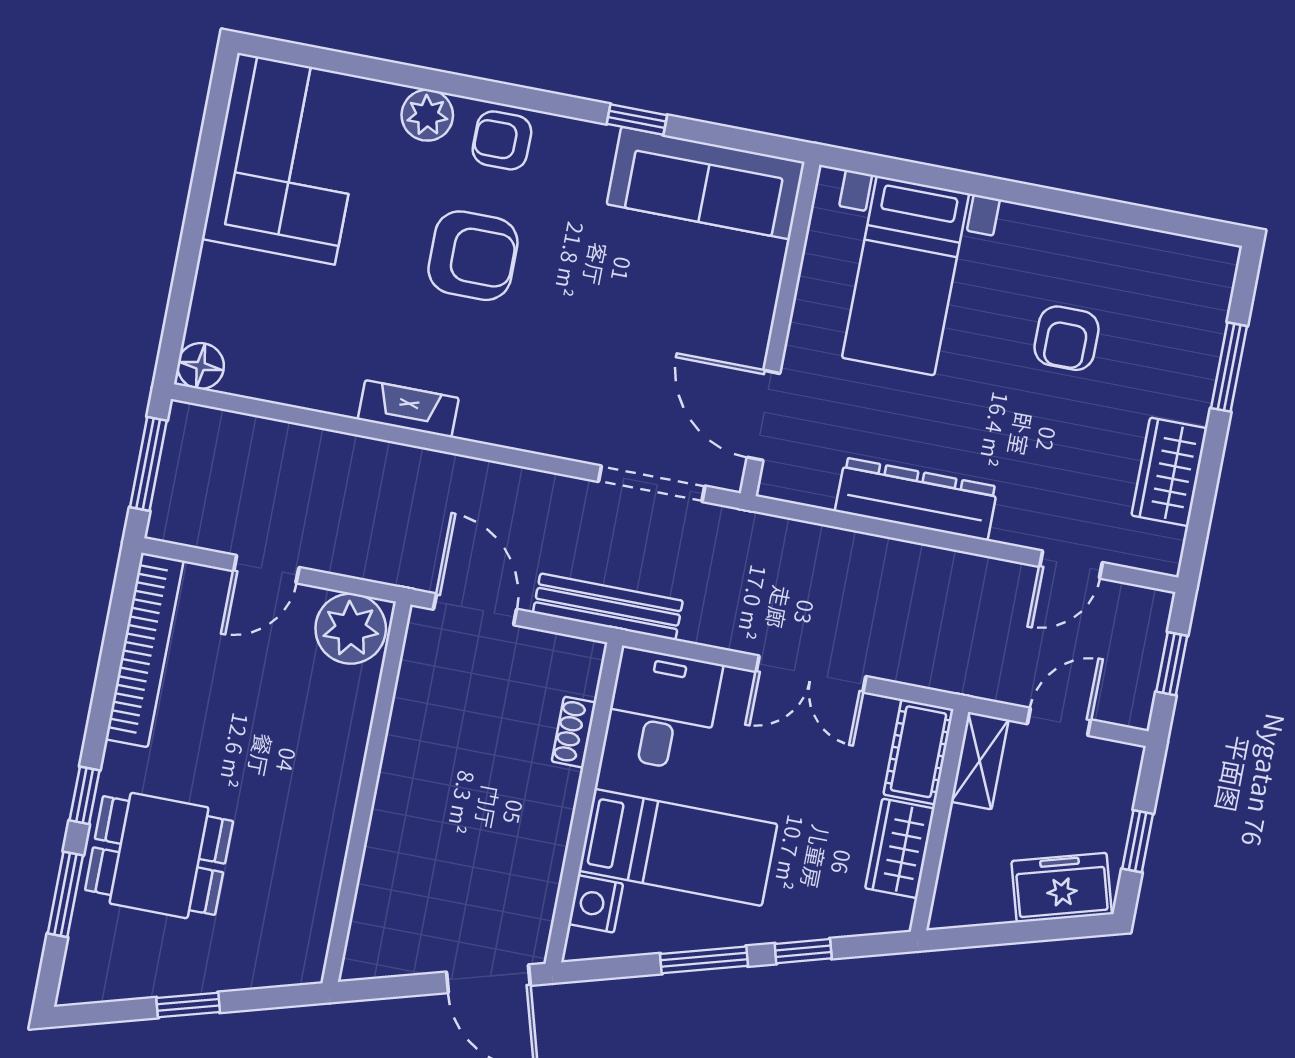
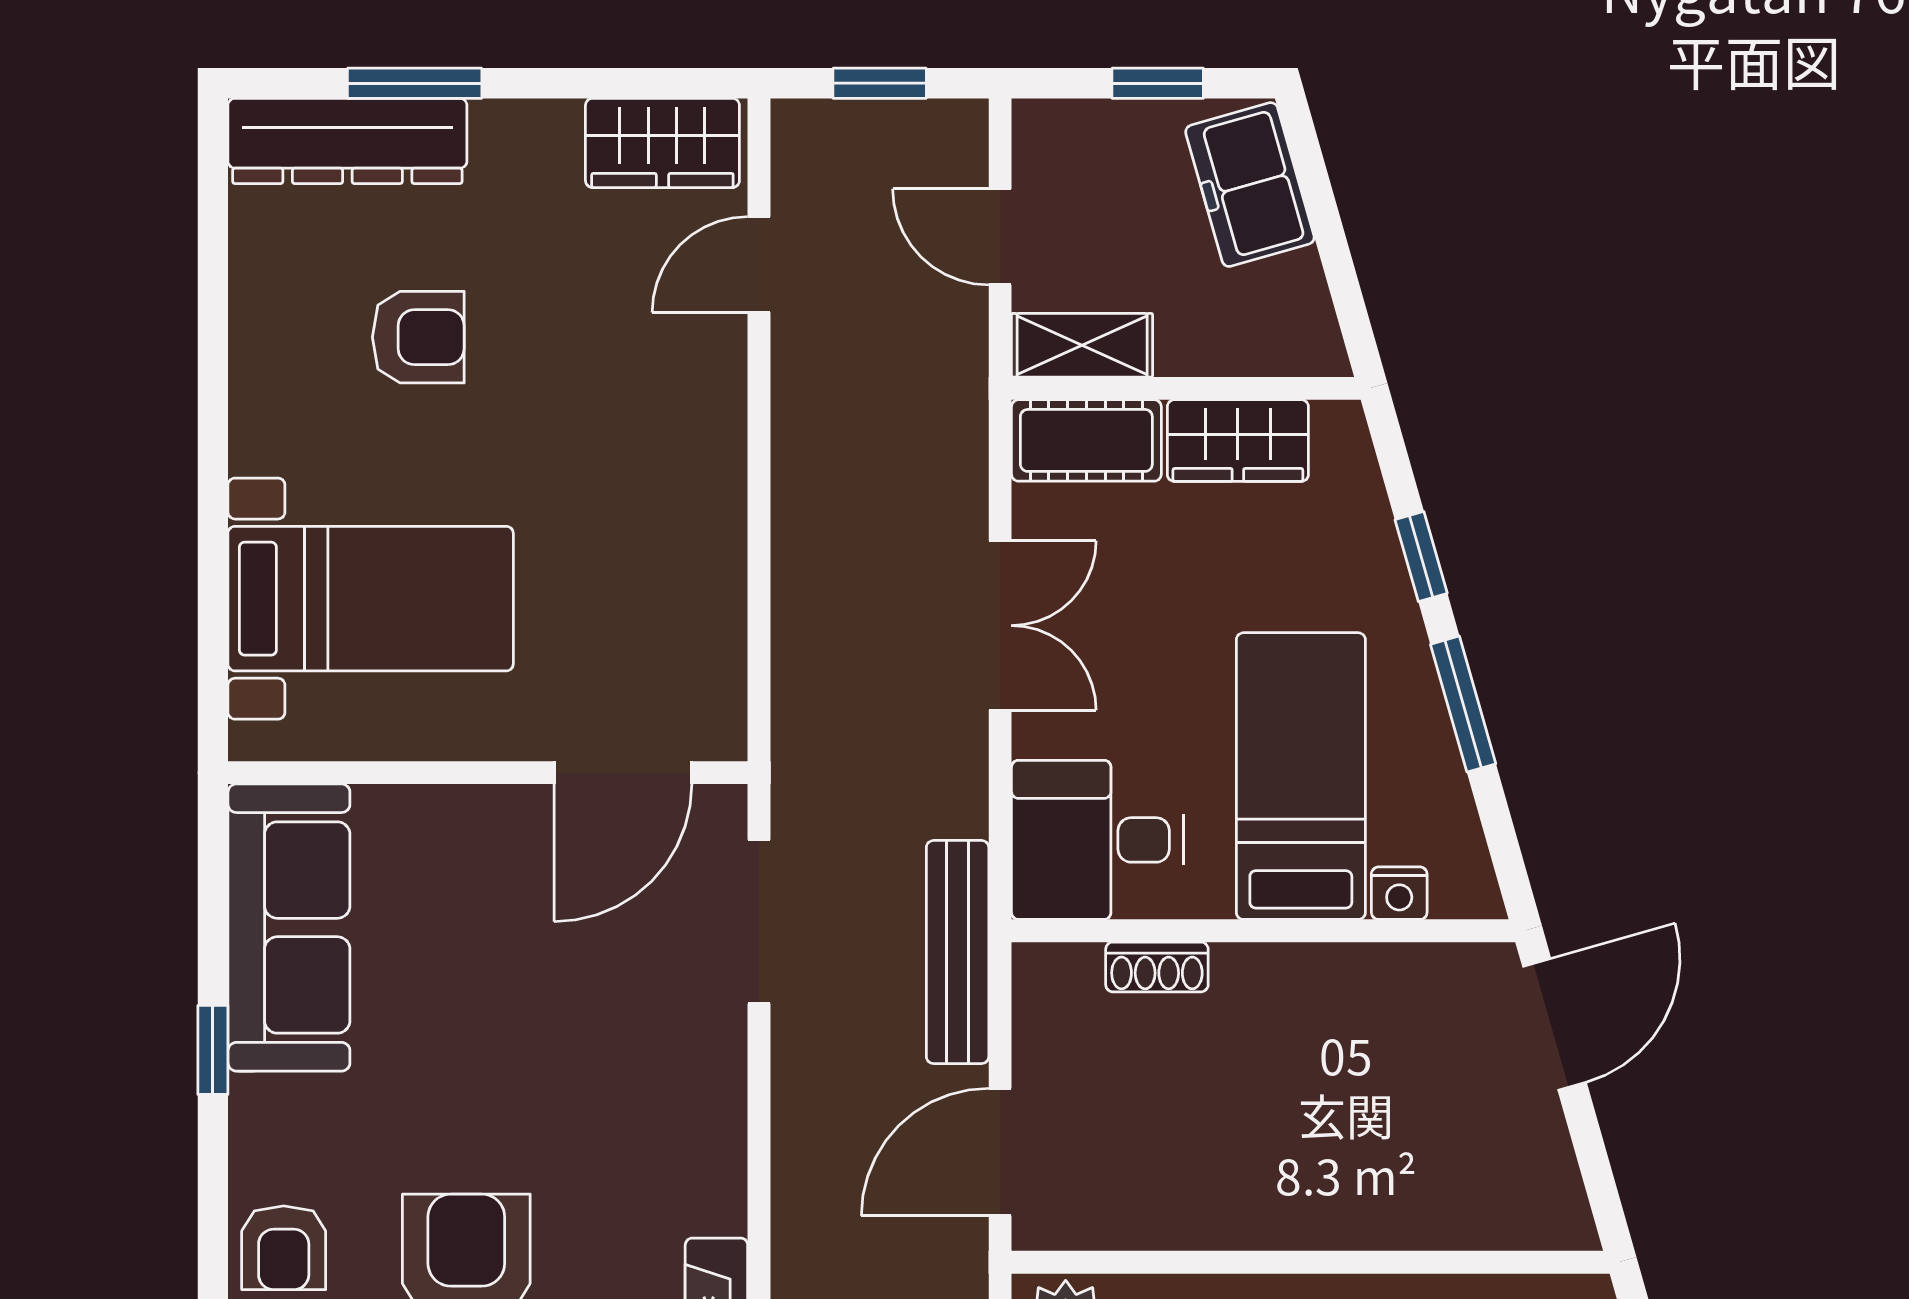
wardrobe: (1169, 472) -> (662, 143), moved
dresser: (916, 499) -> (347, 141), moved, turned -90
door: (1071, 565) -> (759, 265), swing flipped
nightstand: (596, 904) -> (1399, 893), width x0.72, depth x0.74

